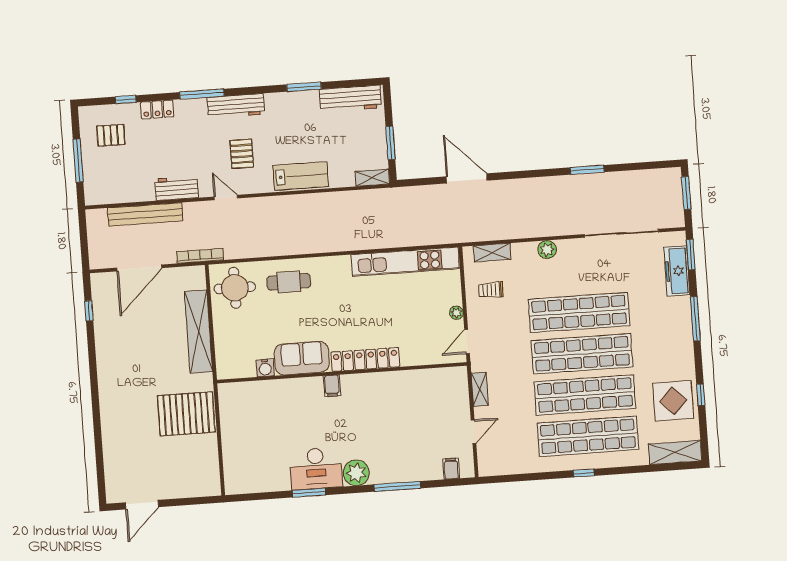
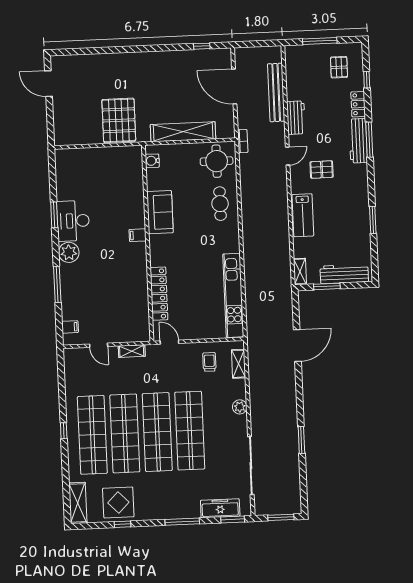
workbench: (350, 98) -> (344, 274), moved, turned 90
workbench: (236, 106) -> (358, 141), moved
bookcase: (200, 256) -> (243, 141), width x0.64
plant: (456, 313) -> (192, 334), removed
locker: (365, 359) -> (159, 294), moved
water cooler: (265, 368) -> (152, 161), moved

